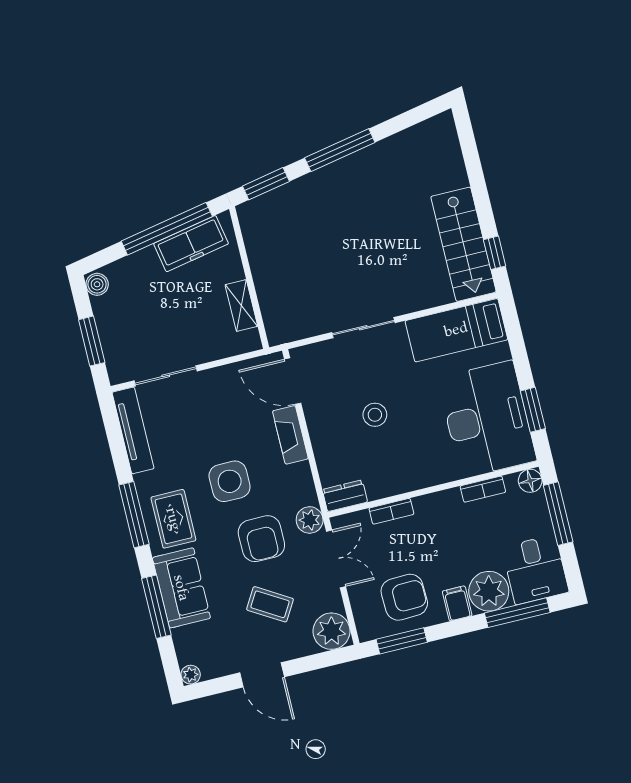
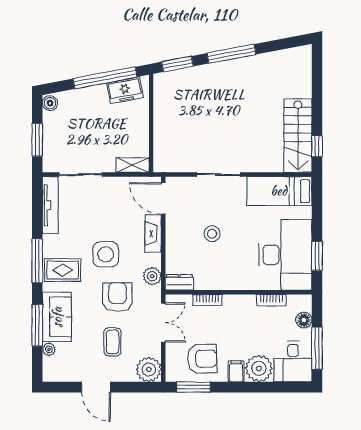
freezer: (191, 244) -> (125, 90), width x0.71
shelving: (241, 305) -> (133, 165), moved, turned 90
floor lamp: (530, 481) -> (304, 320), moved
window: (558, 514) -> (317, 348), moved
rug: (173, 519) -> (63, 270), turned 90
plant: (310, 520) -> (152, 276), moved
armchair: (261, 539) -> (117, 297), turned 180
coffee table: (270, 604) -> (113, 342), turned 59
window: (517, 613) -> (274, 387), removed
plant: (191, 675) -> (49, 349), moved

